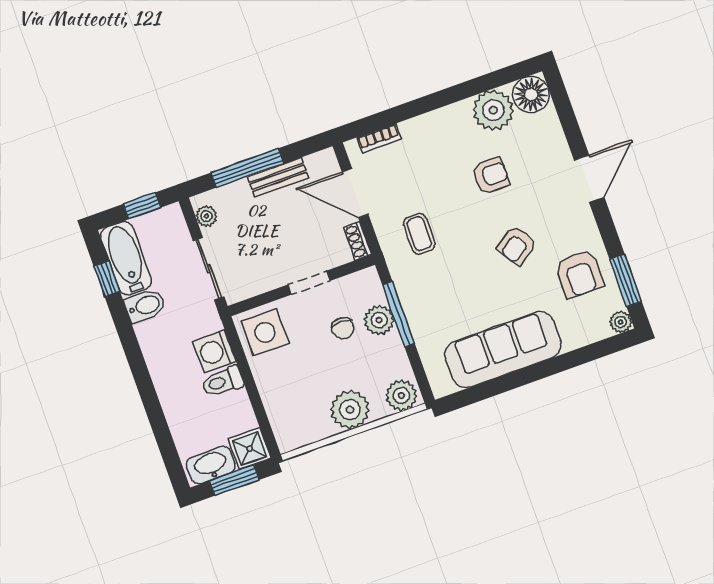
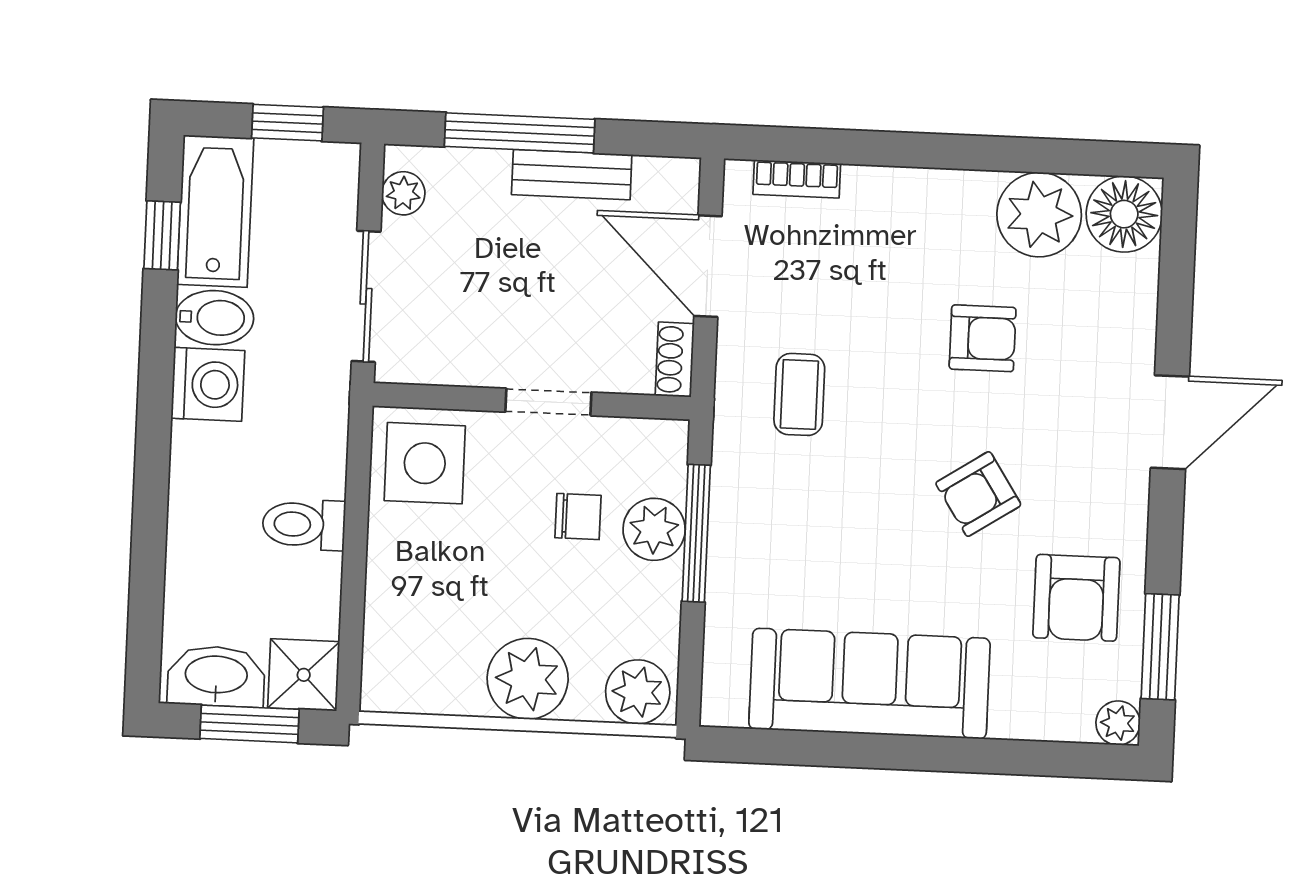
chair: (343, 328) -> (578, 517), turned -90
washing machine: (214, 351) -> (208, 384), moved, turned 180

